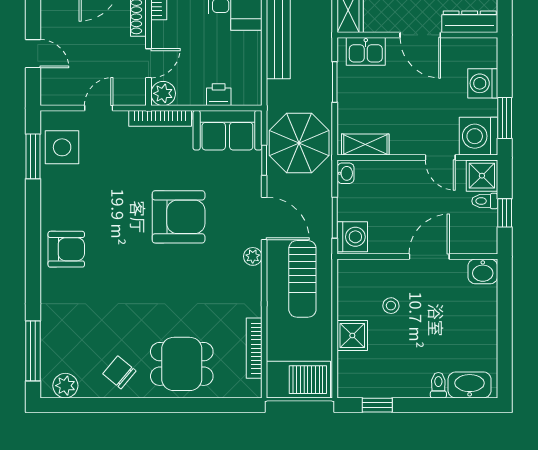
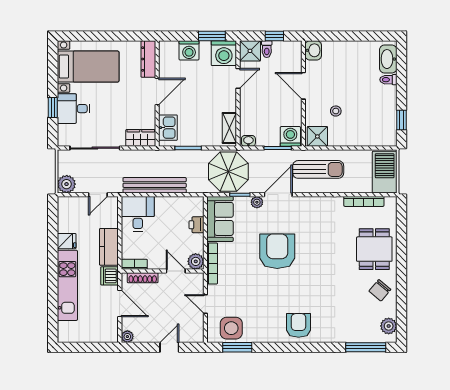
plant: (253, 256) -> (257, 202), moved
shower: (352, 336) -> (317, 136), moved

